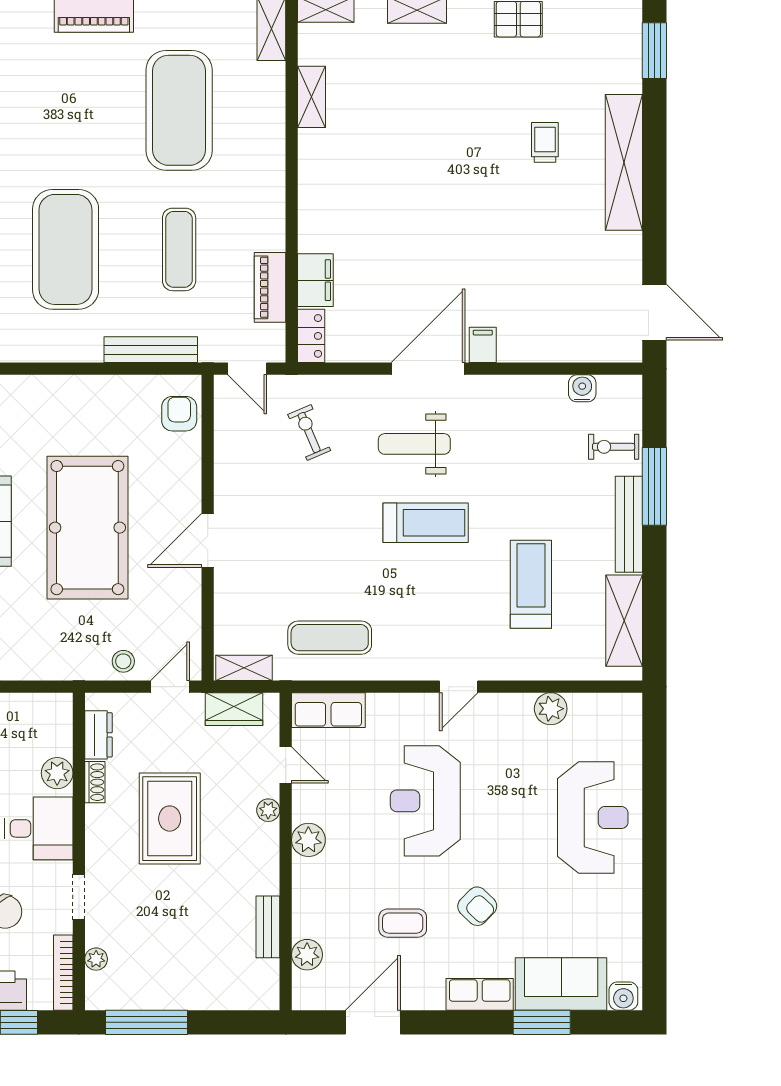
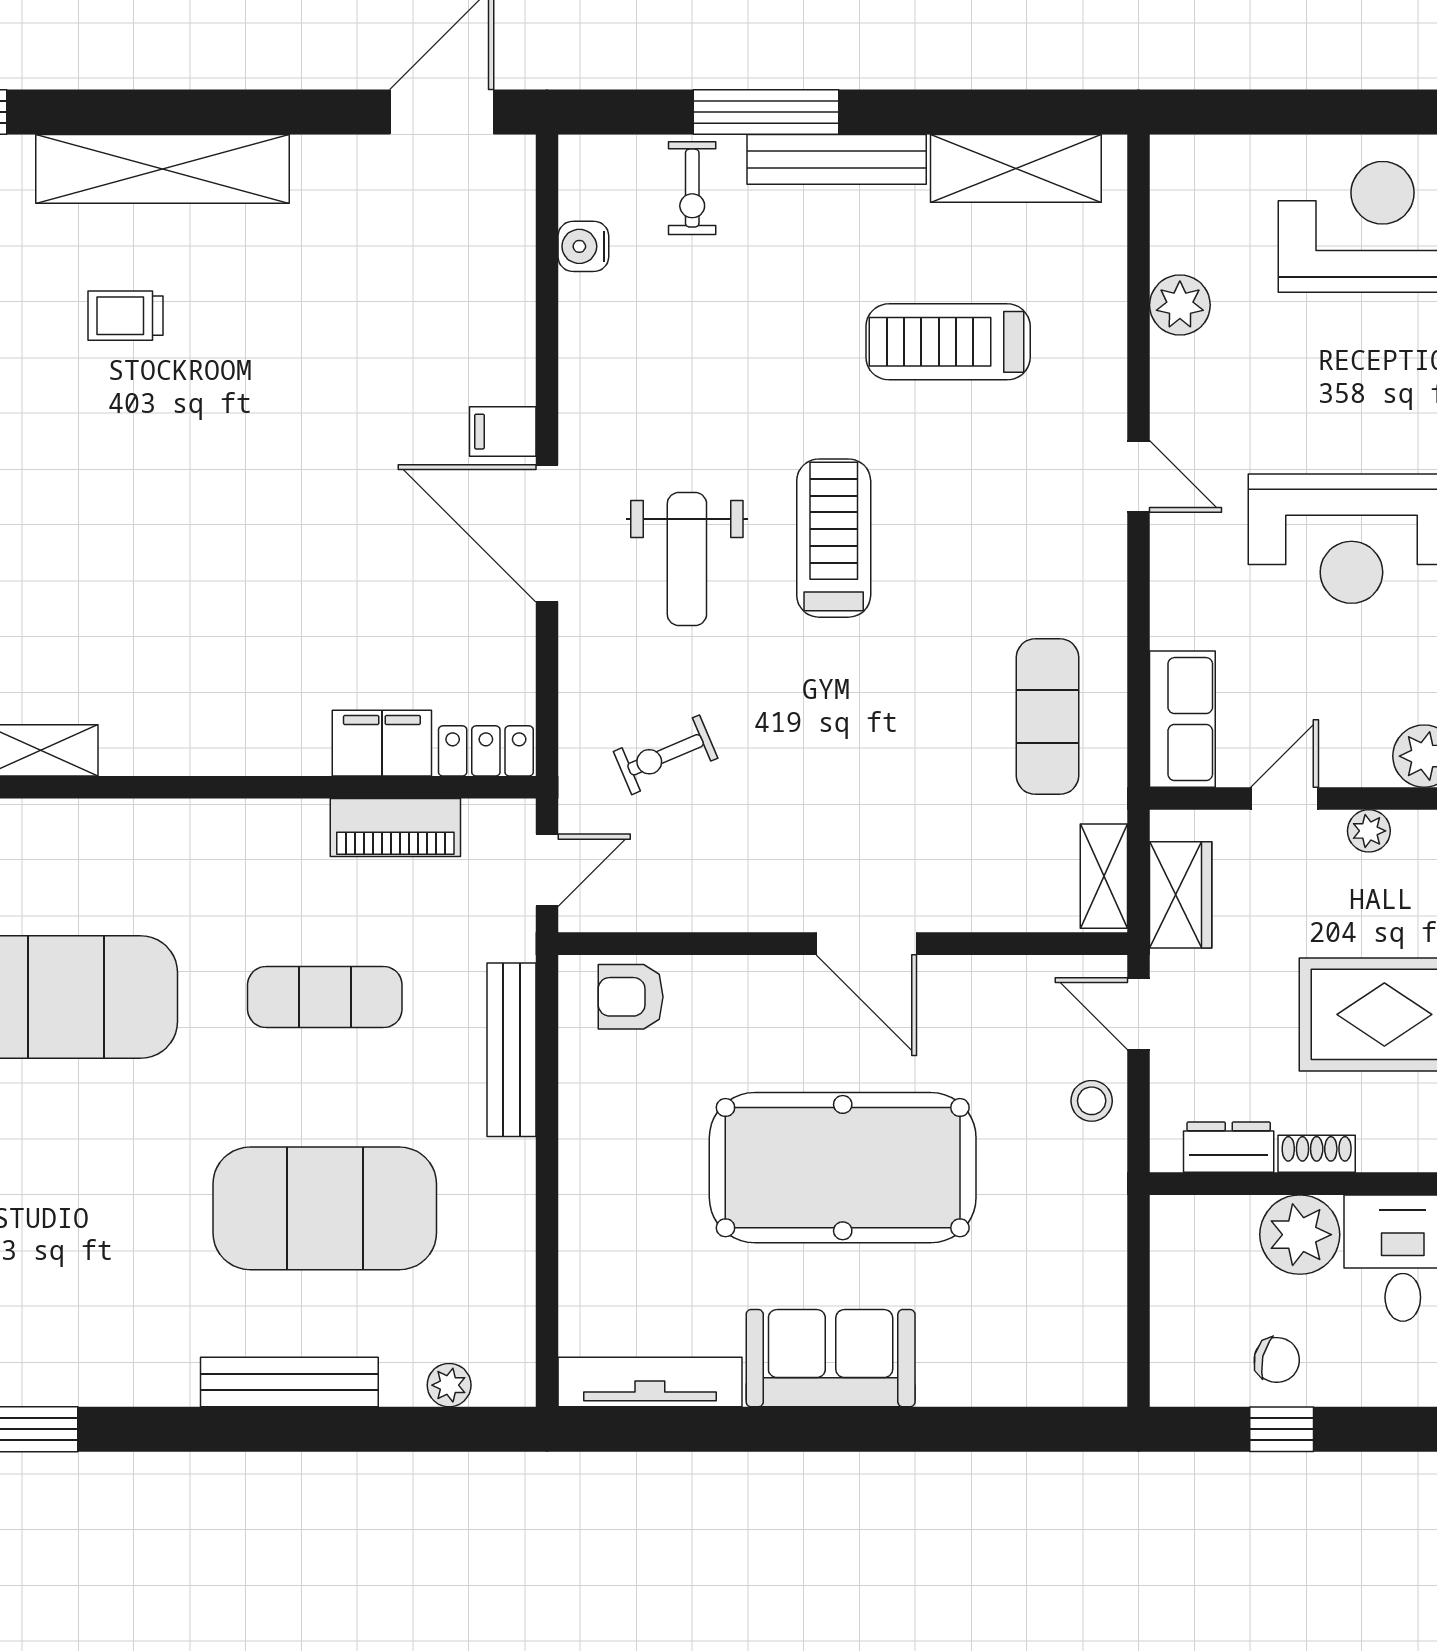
plant: (57, 773) -> (1300, 1235), width x1.36, depth x1.36

